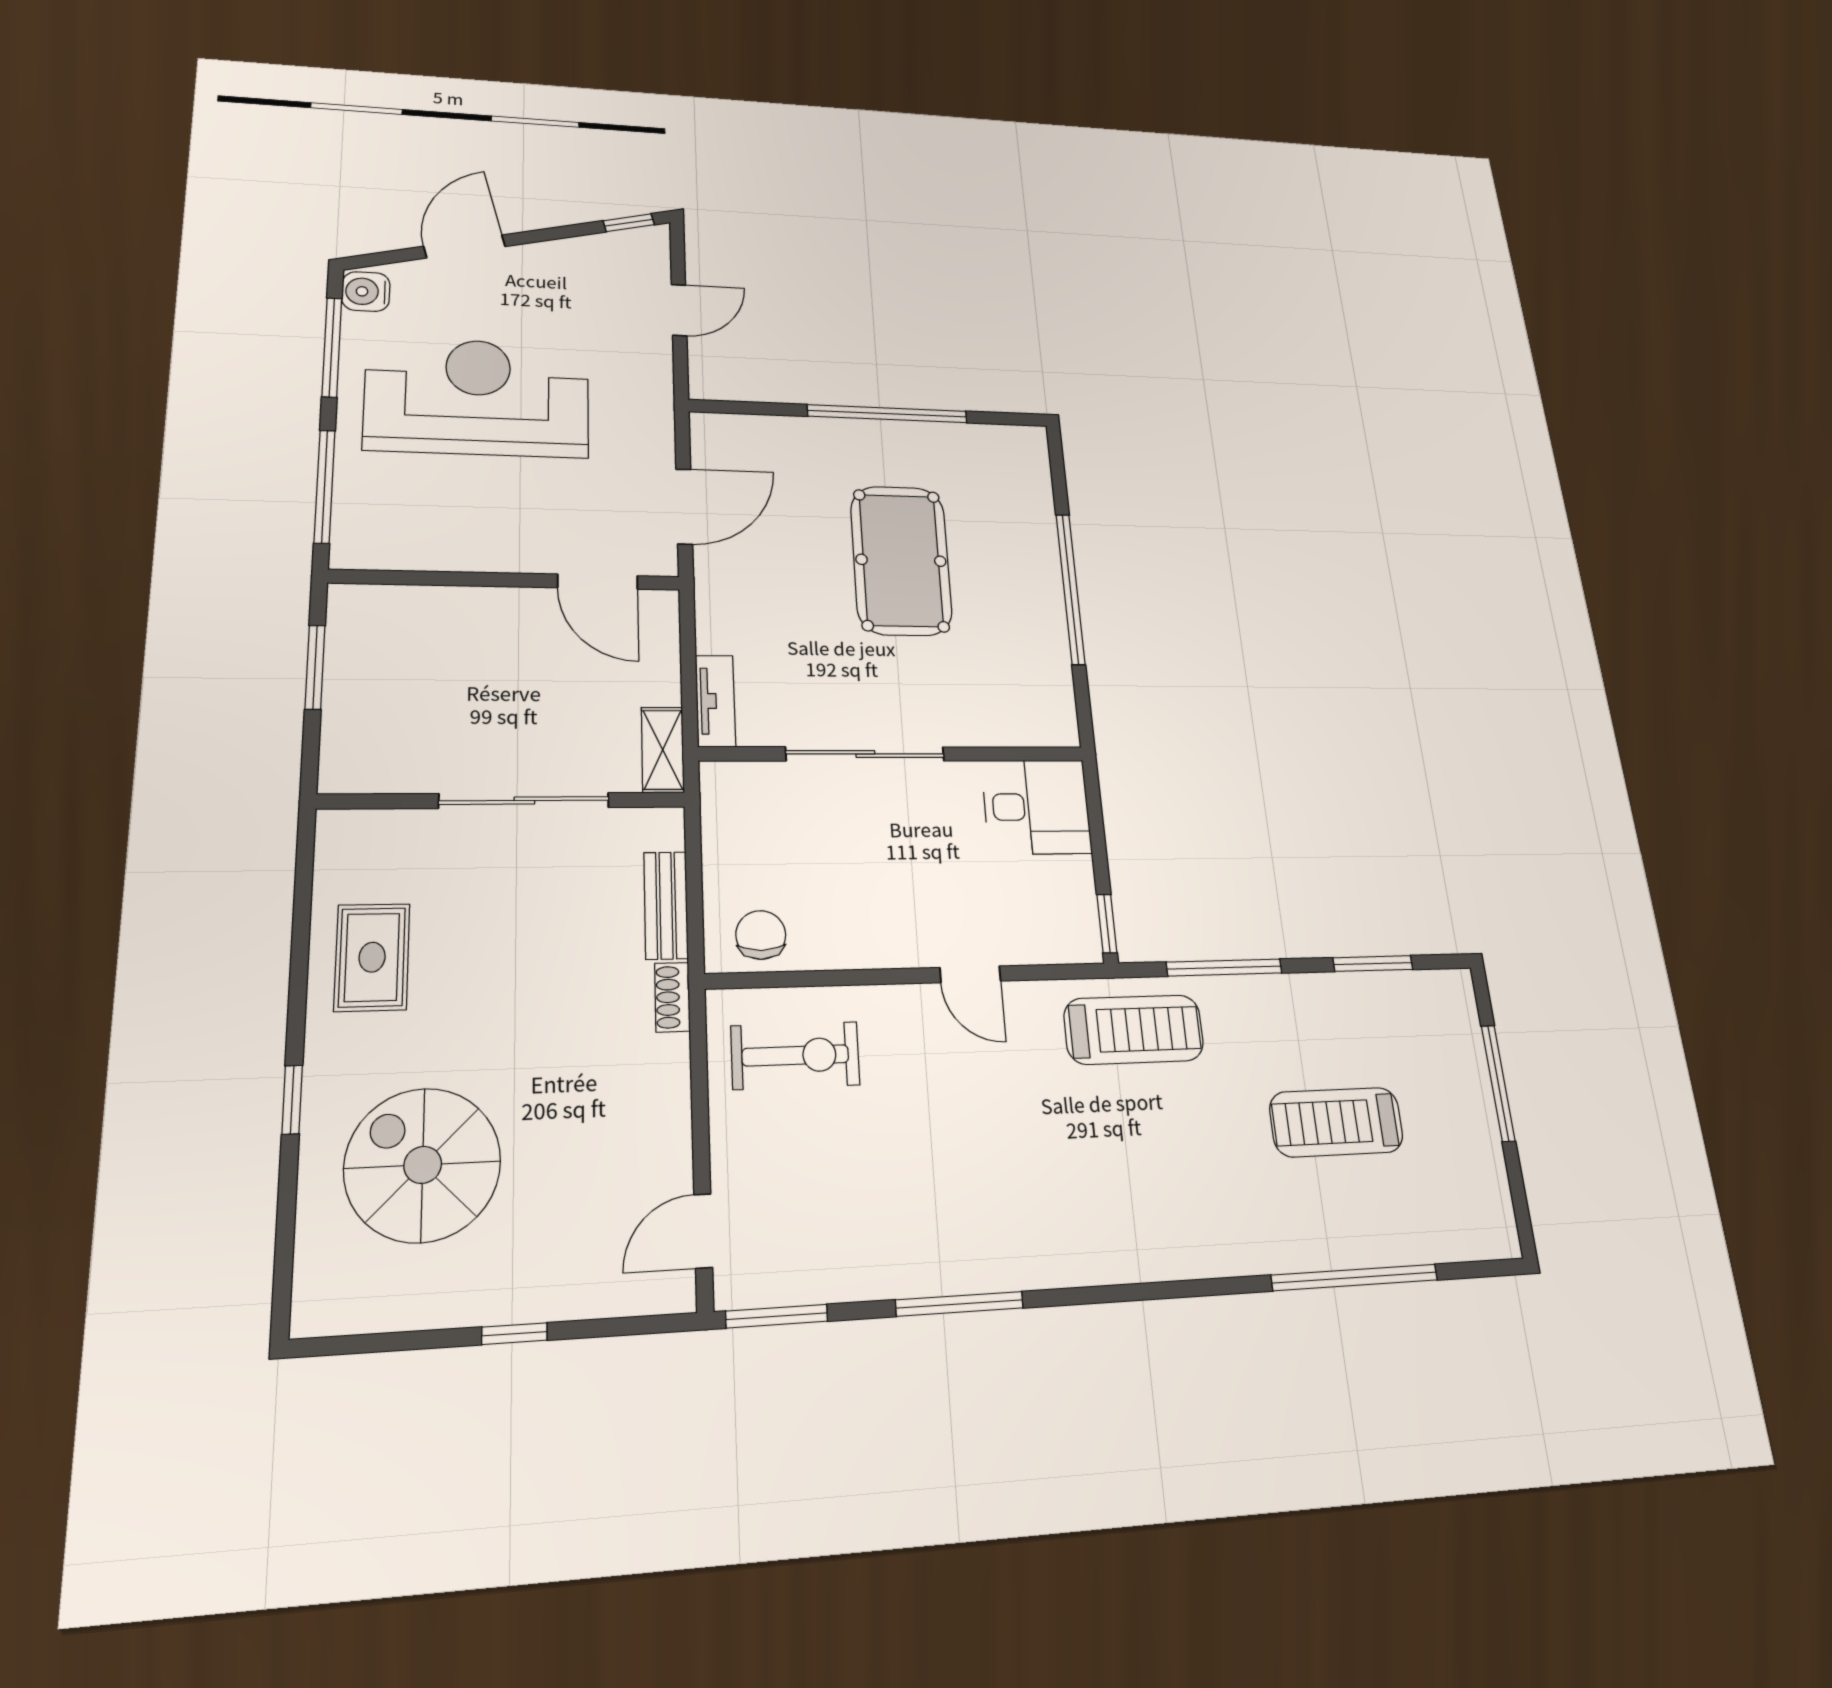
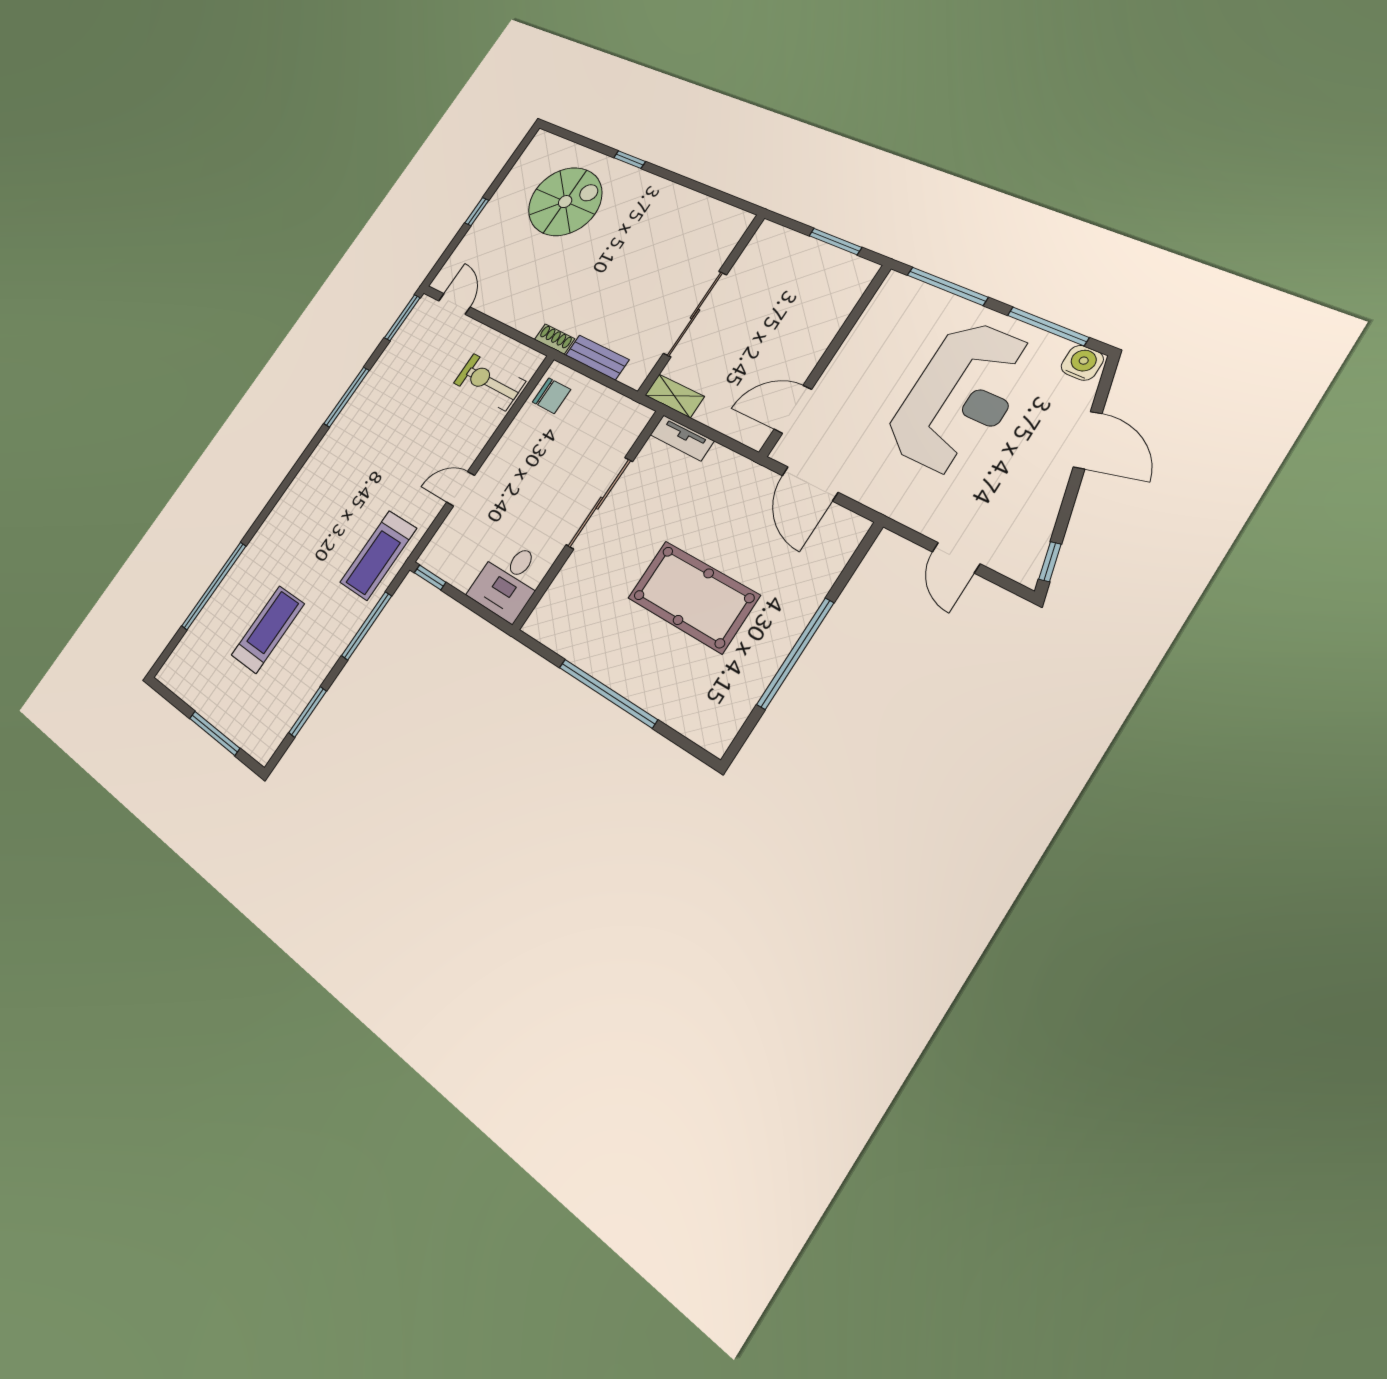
rug: (372, 957) -> (668, 214), removed
exercise bike: (795, 1055) -> (489, 382), turned 90

